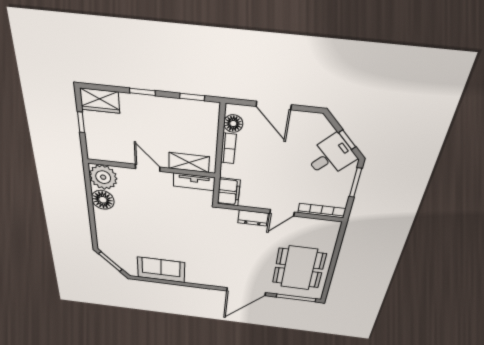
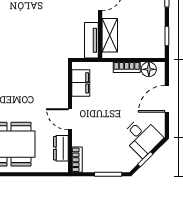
desk: (330, 157) -> (142, 137), moved
filing cabinet: (229, 192) -> (81, 83), moved, turned -90
bookcase: (322, 211) -> (77, 160), width x0.64
dresser: (253, 218) -> (61, 148), moved

